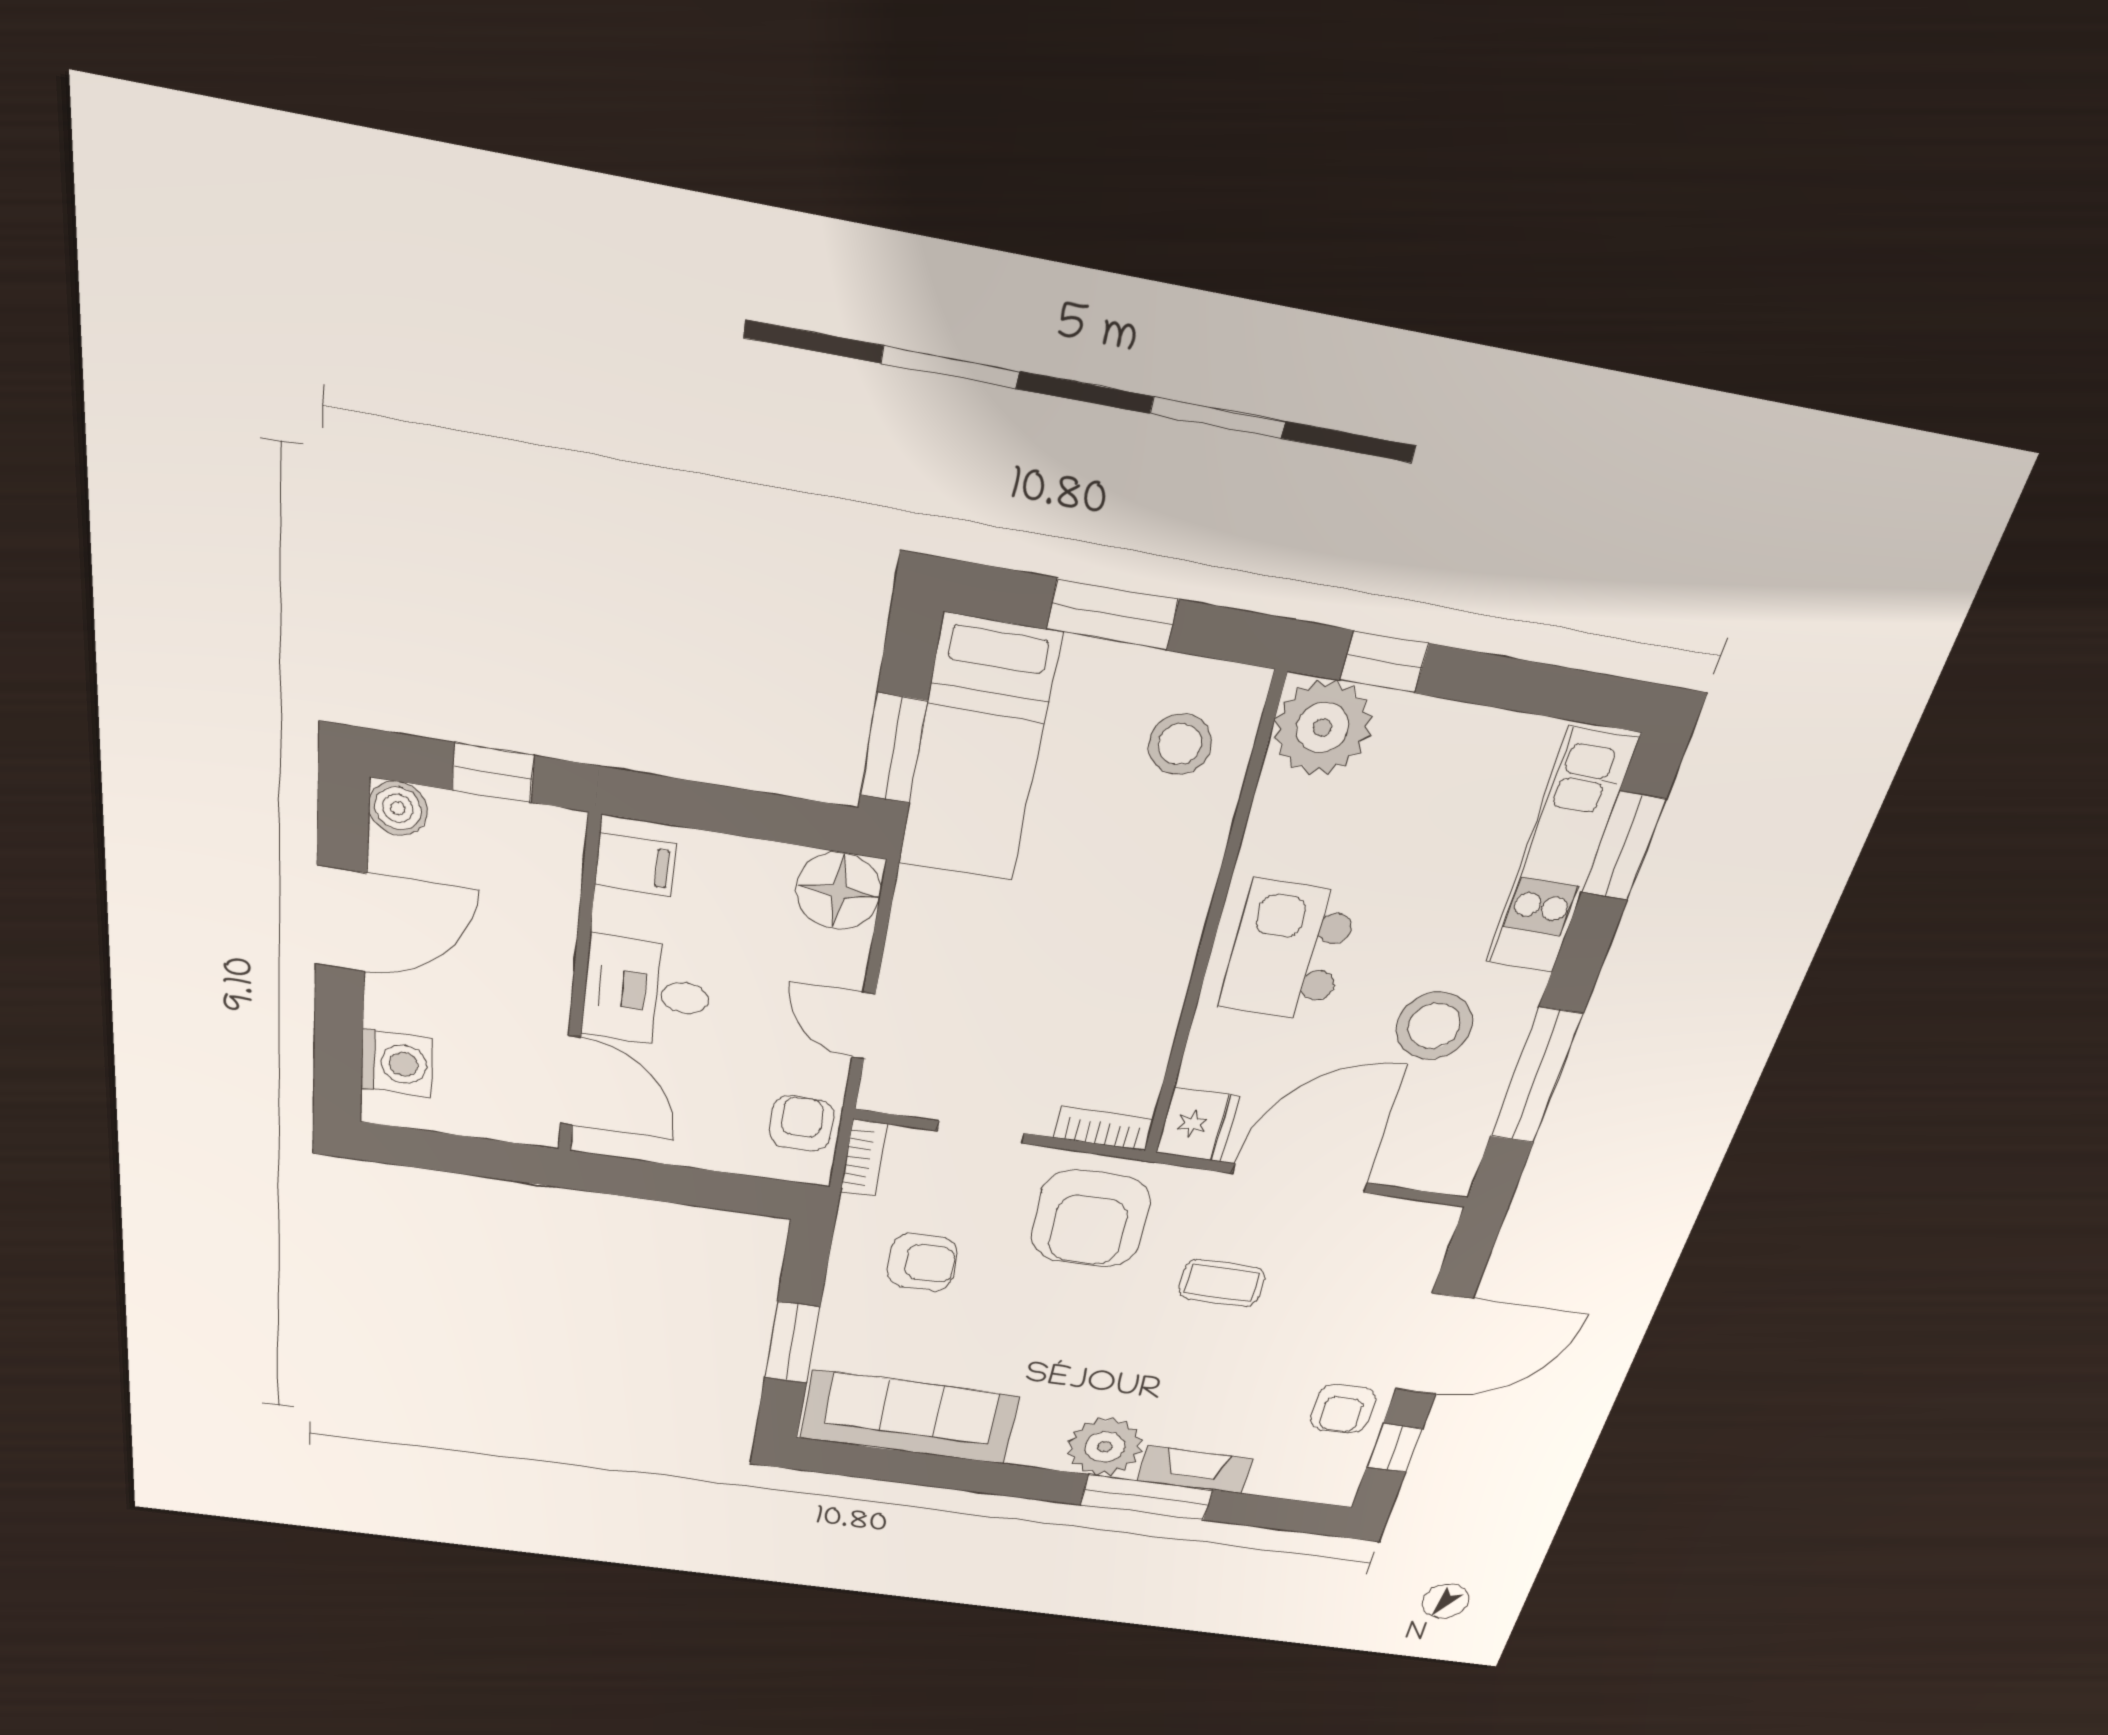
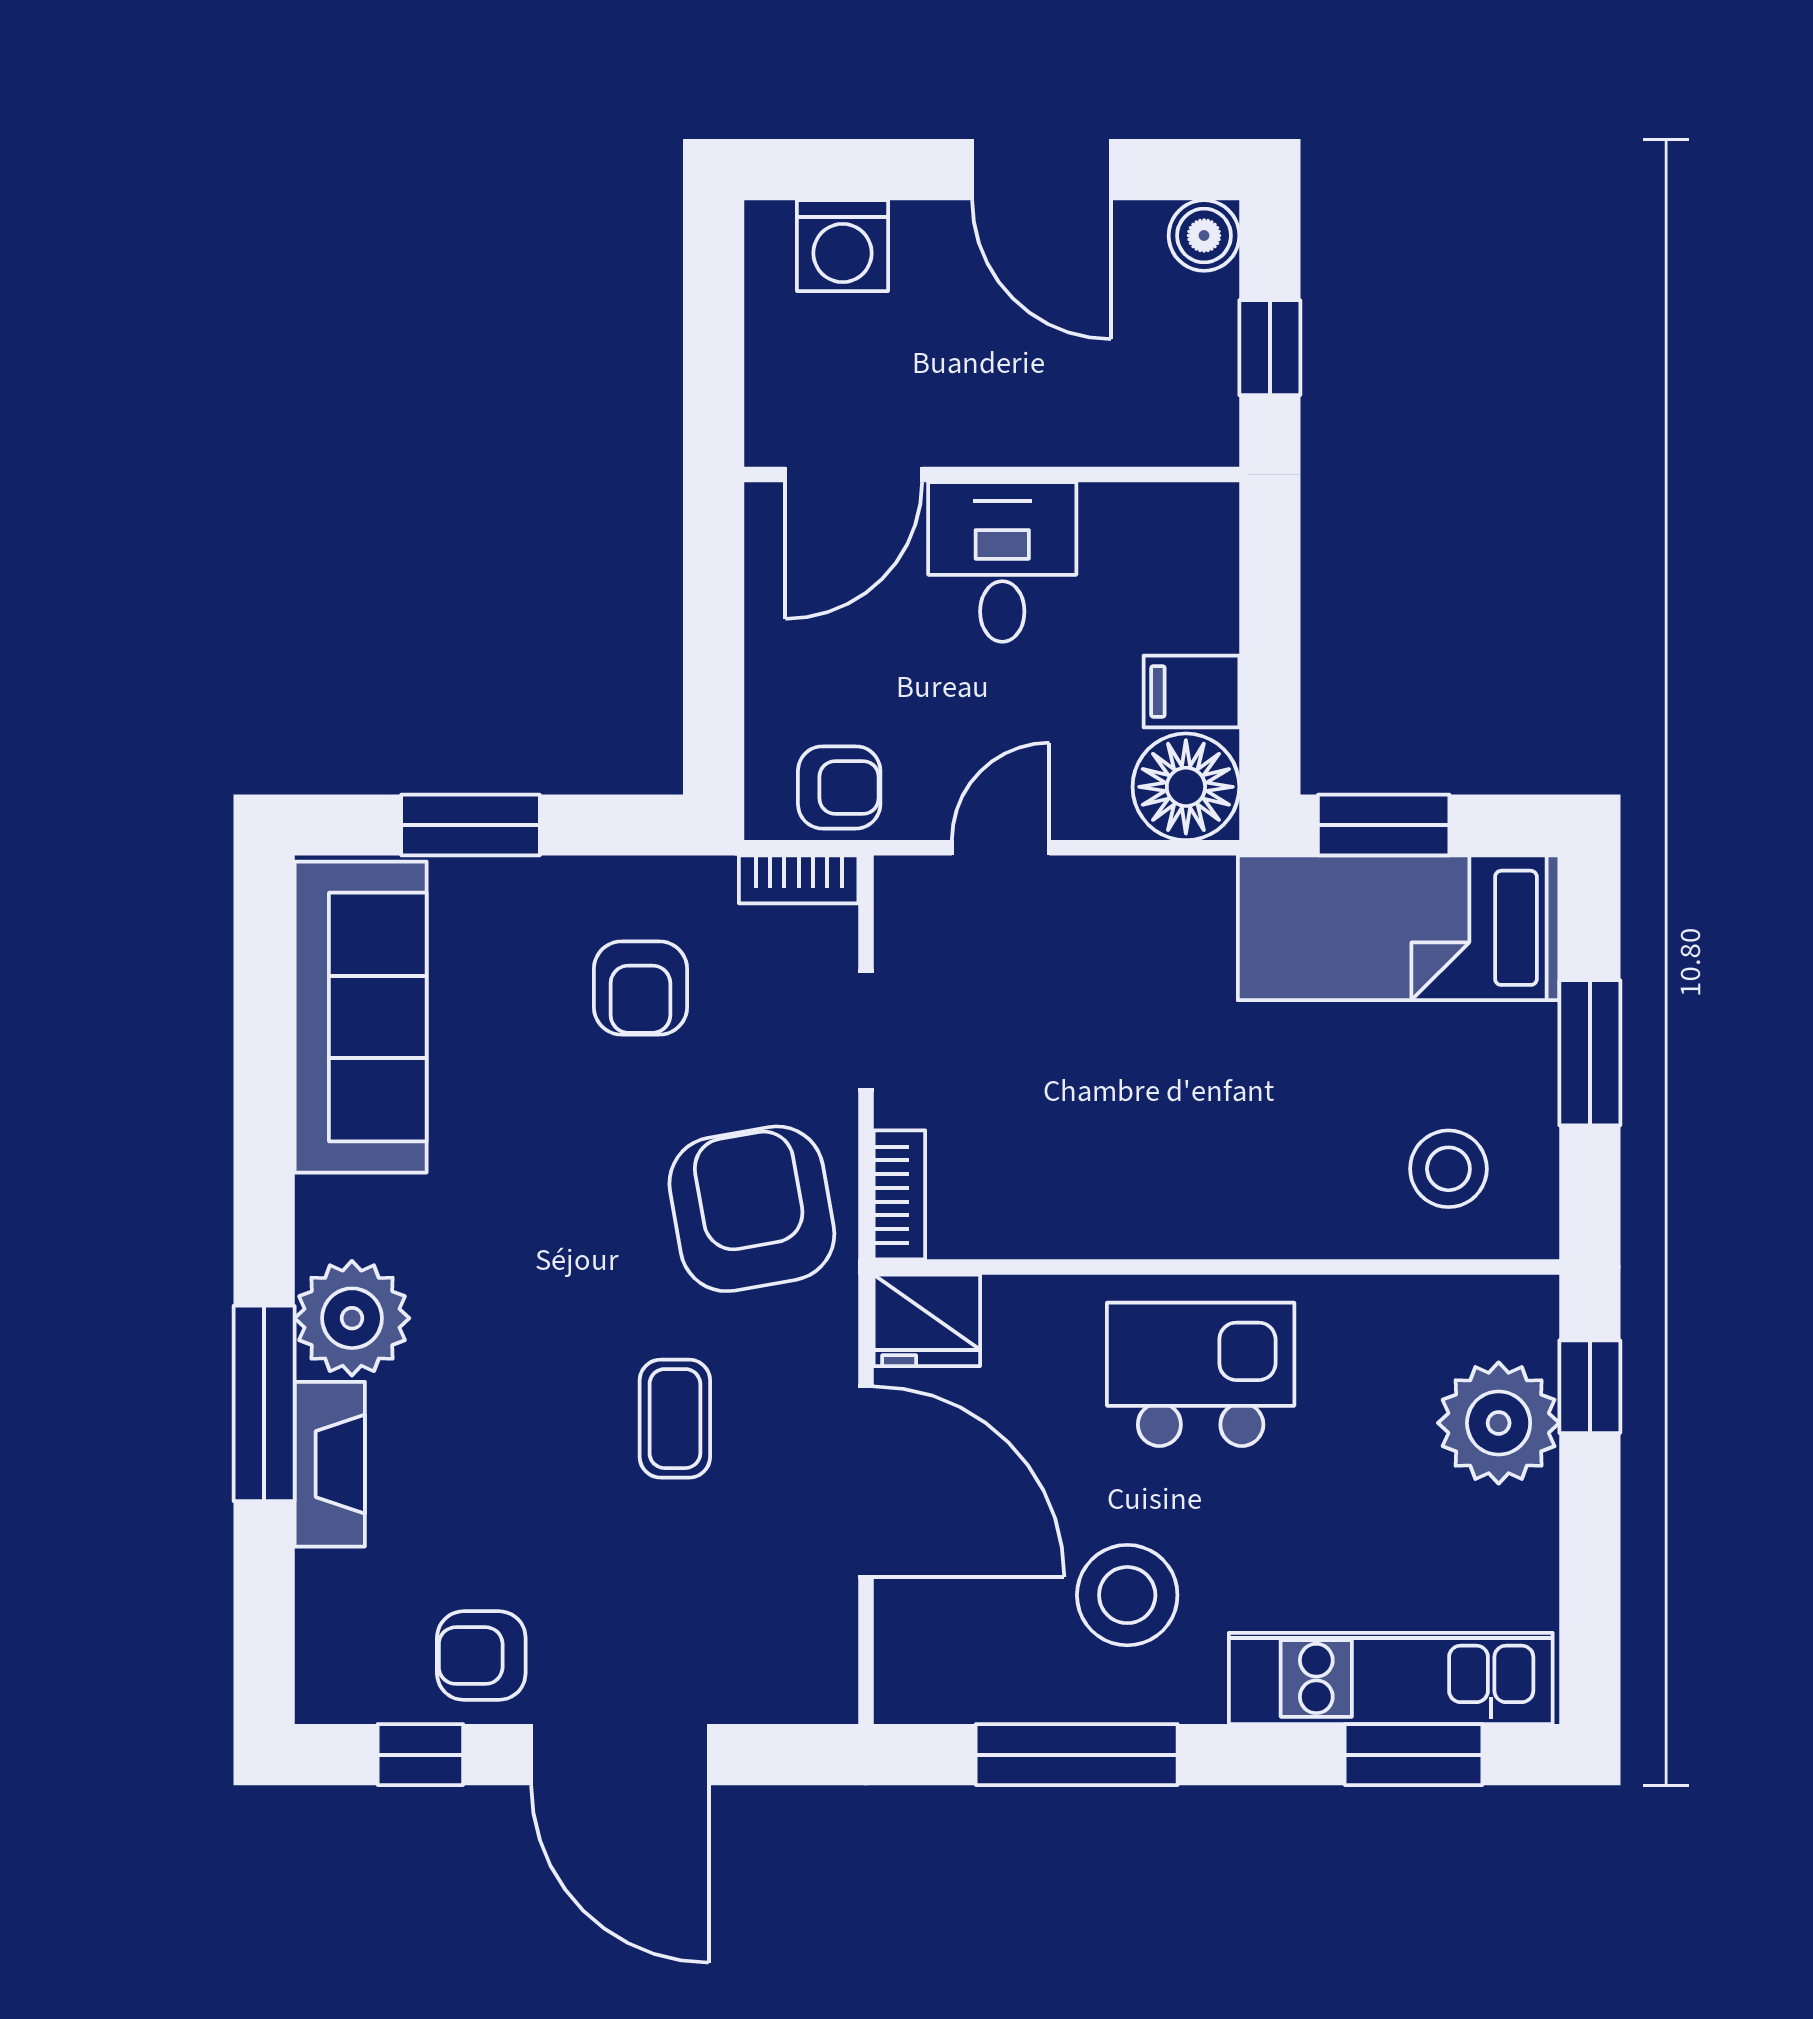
plant: (1322, 727) -> (1499, 1423), moved
filing cabinet: (635, 865) -> (1191, 691), moved, turned 90
armchair: (1091, 1219) -> (752, 1209), turned 80

